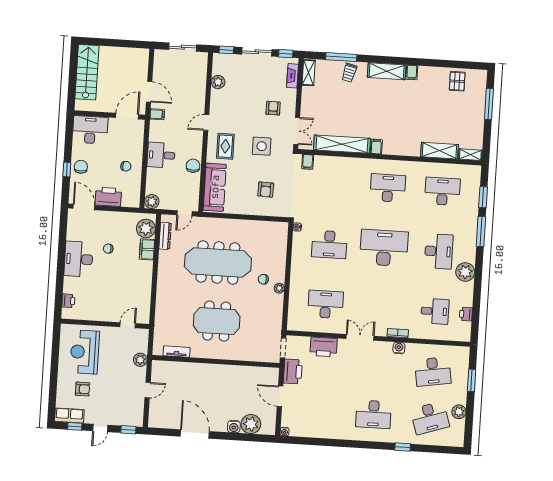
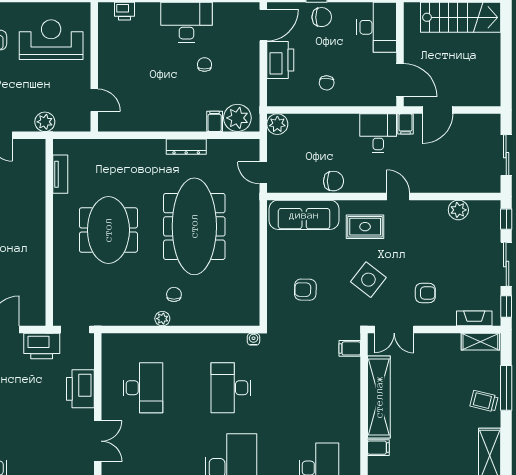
side table: (262, 146) -> (368, 280), turned 38
desk: (161, 155) -> (378, 133), moved
dresser: (165, 236) -> (186, 147), moved
filing cabinet: (147, 249) -> (215, 121), width x0.50

